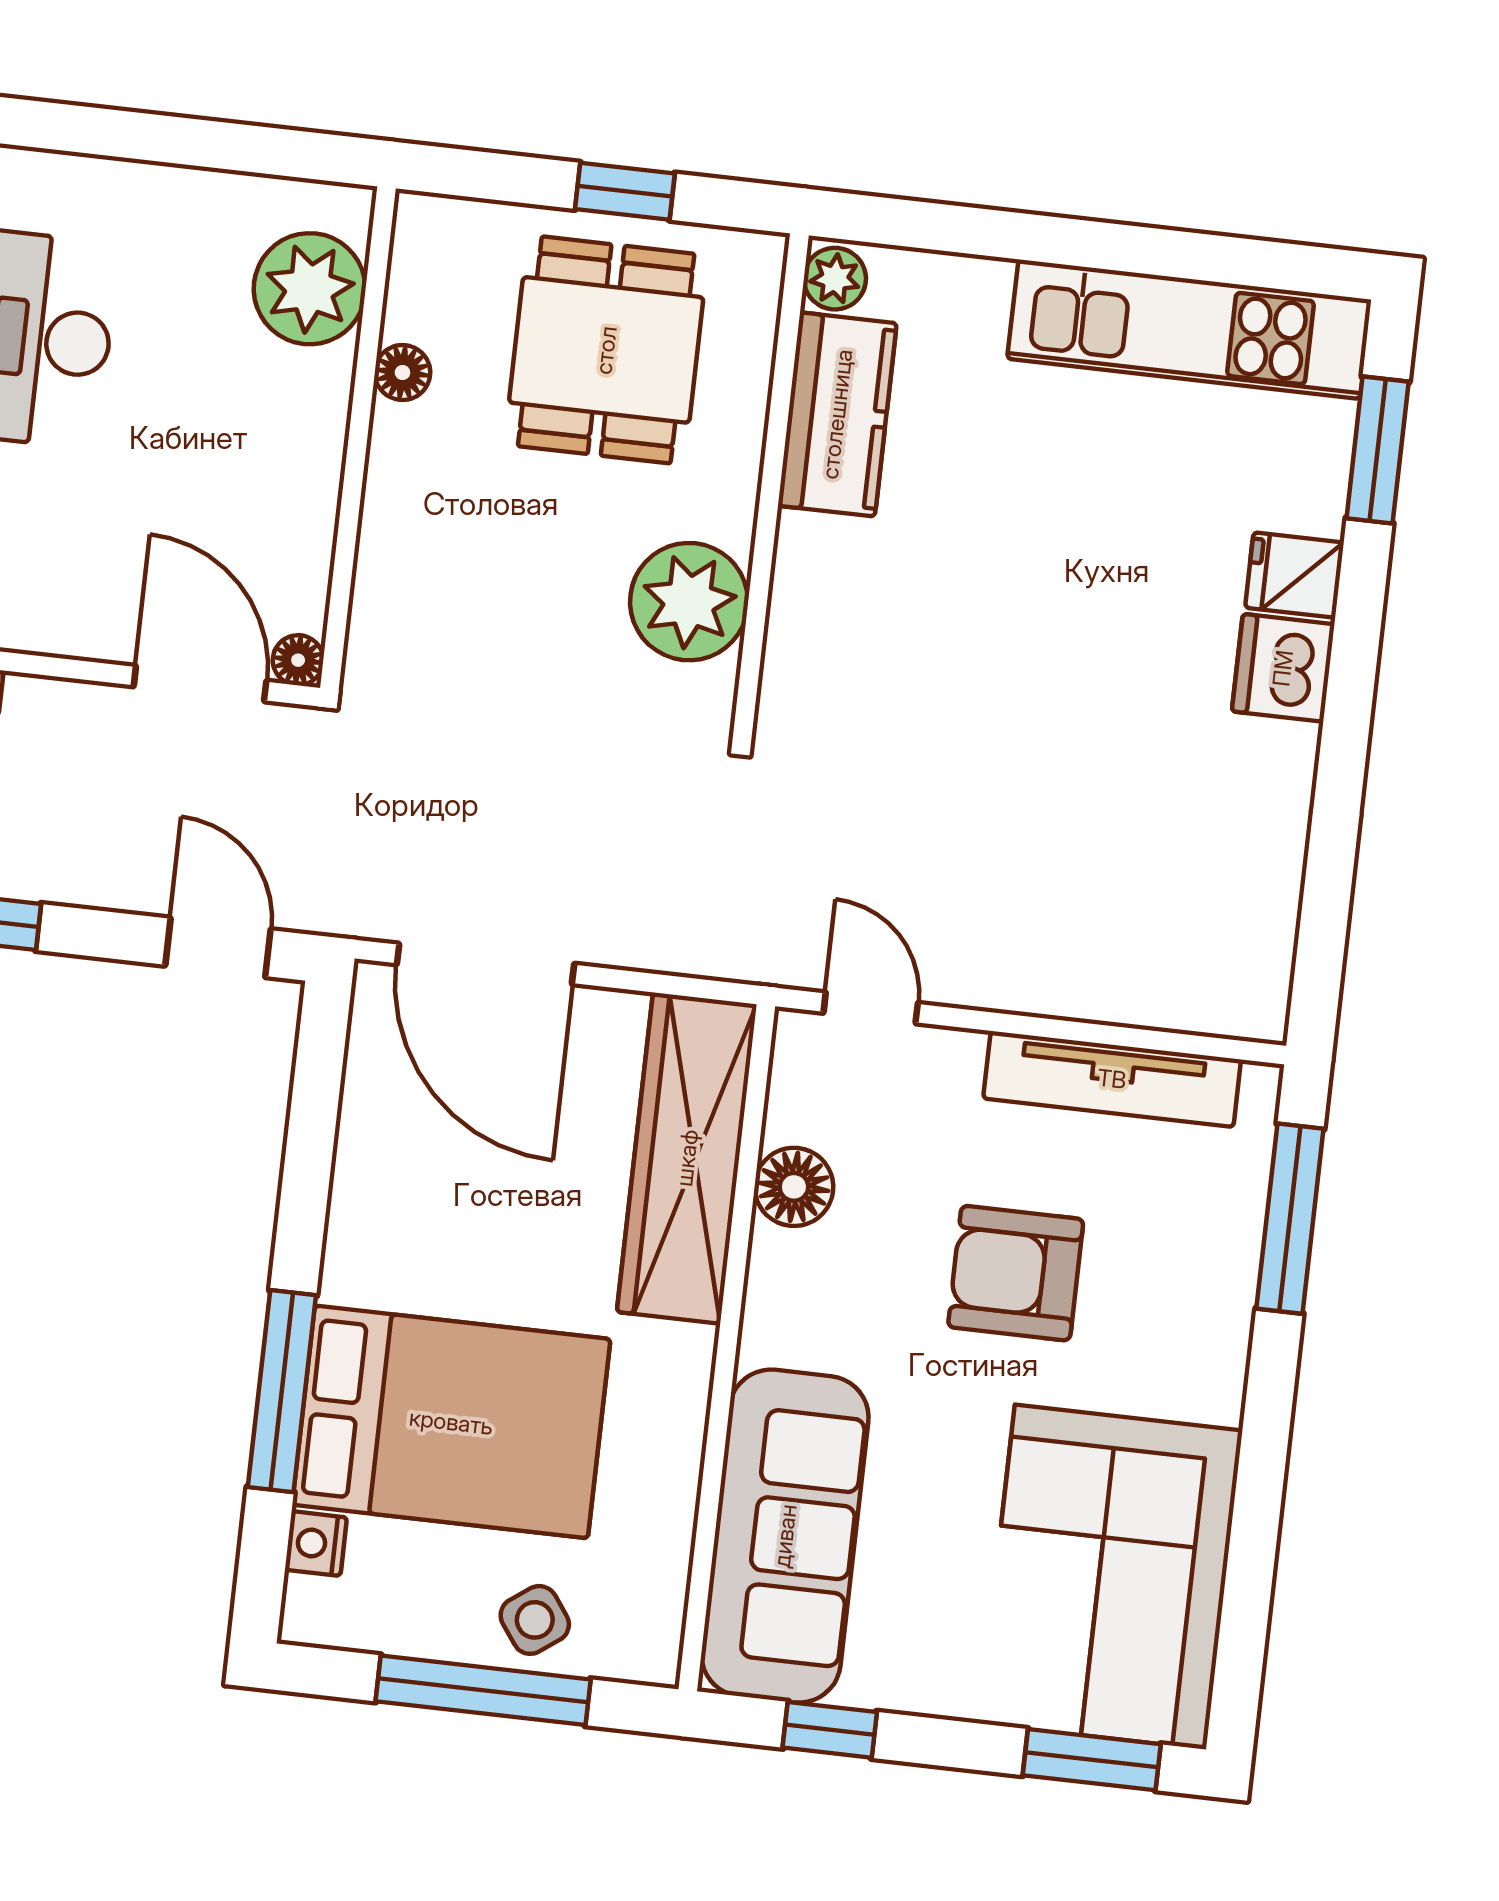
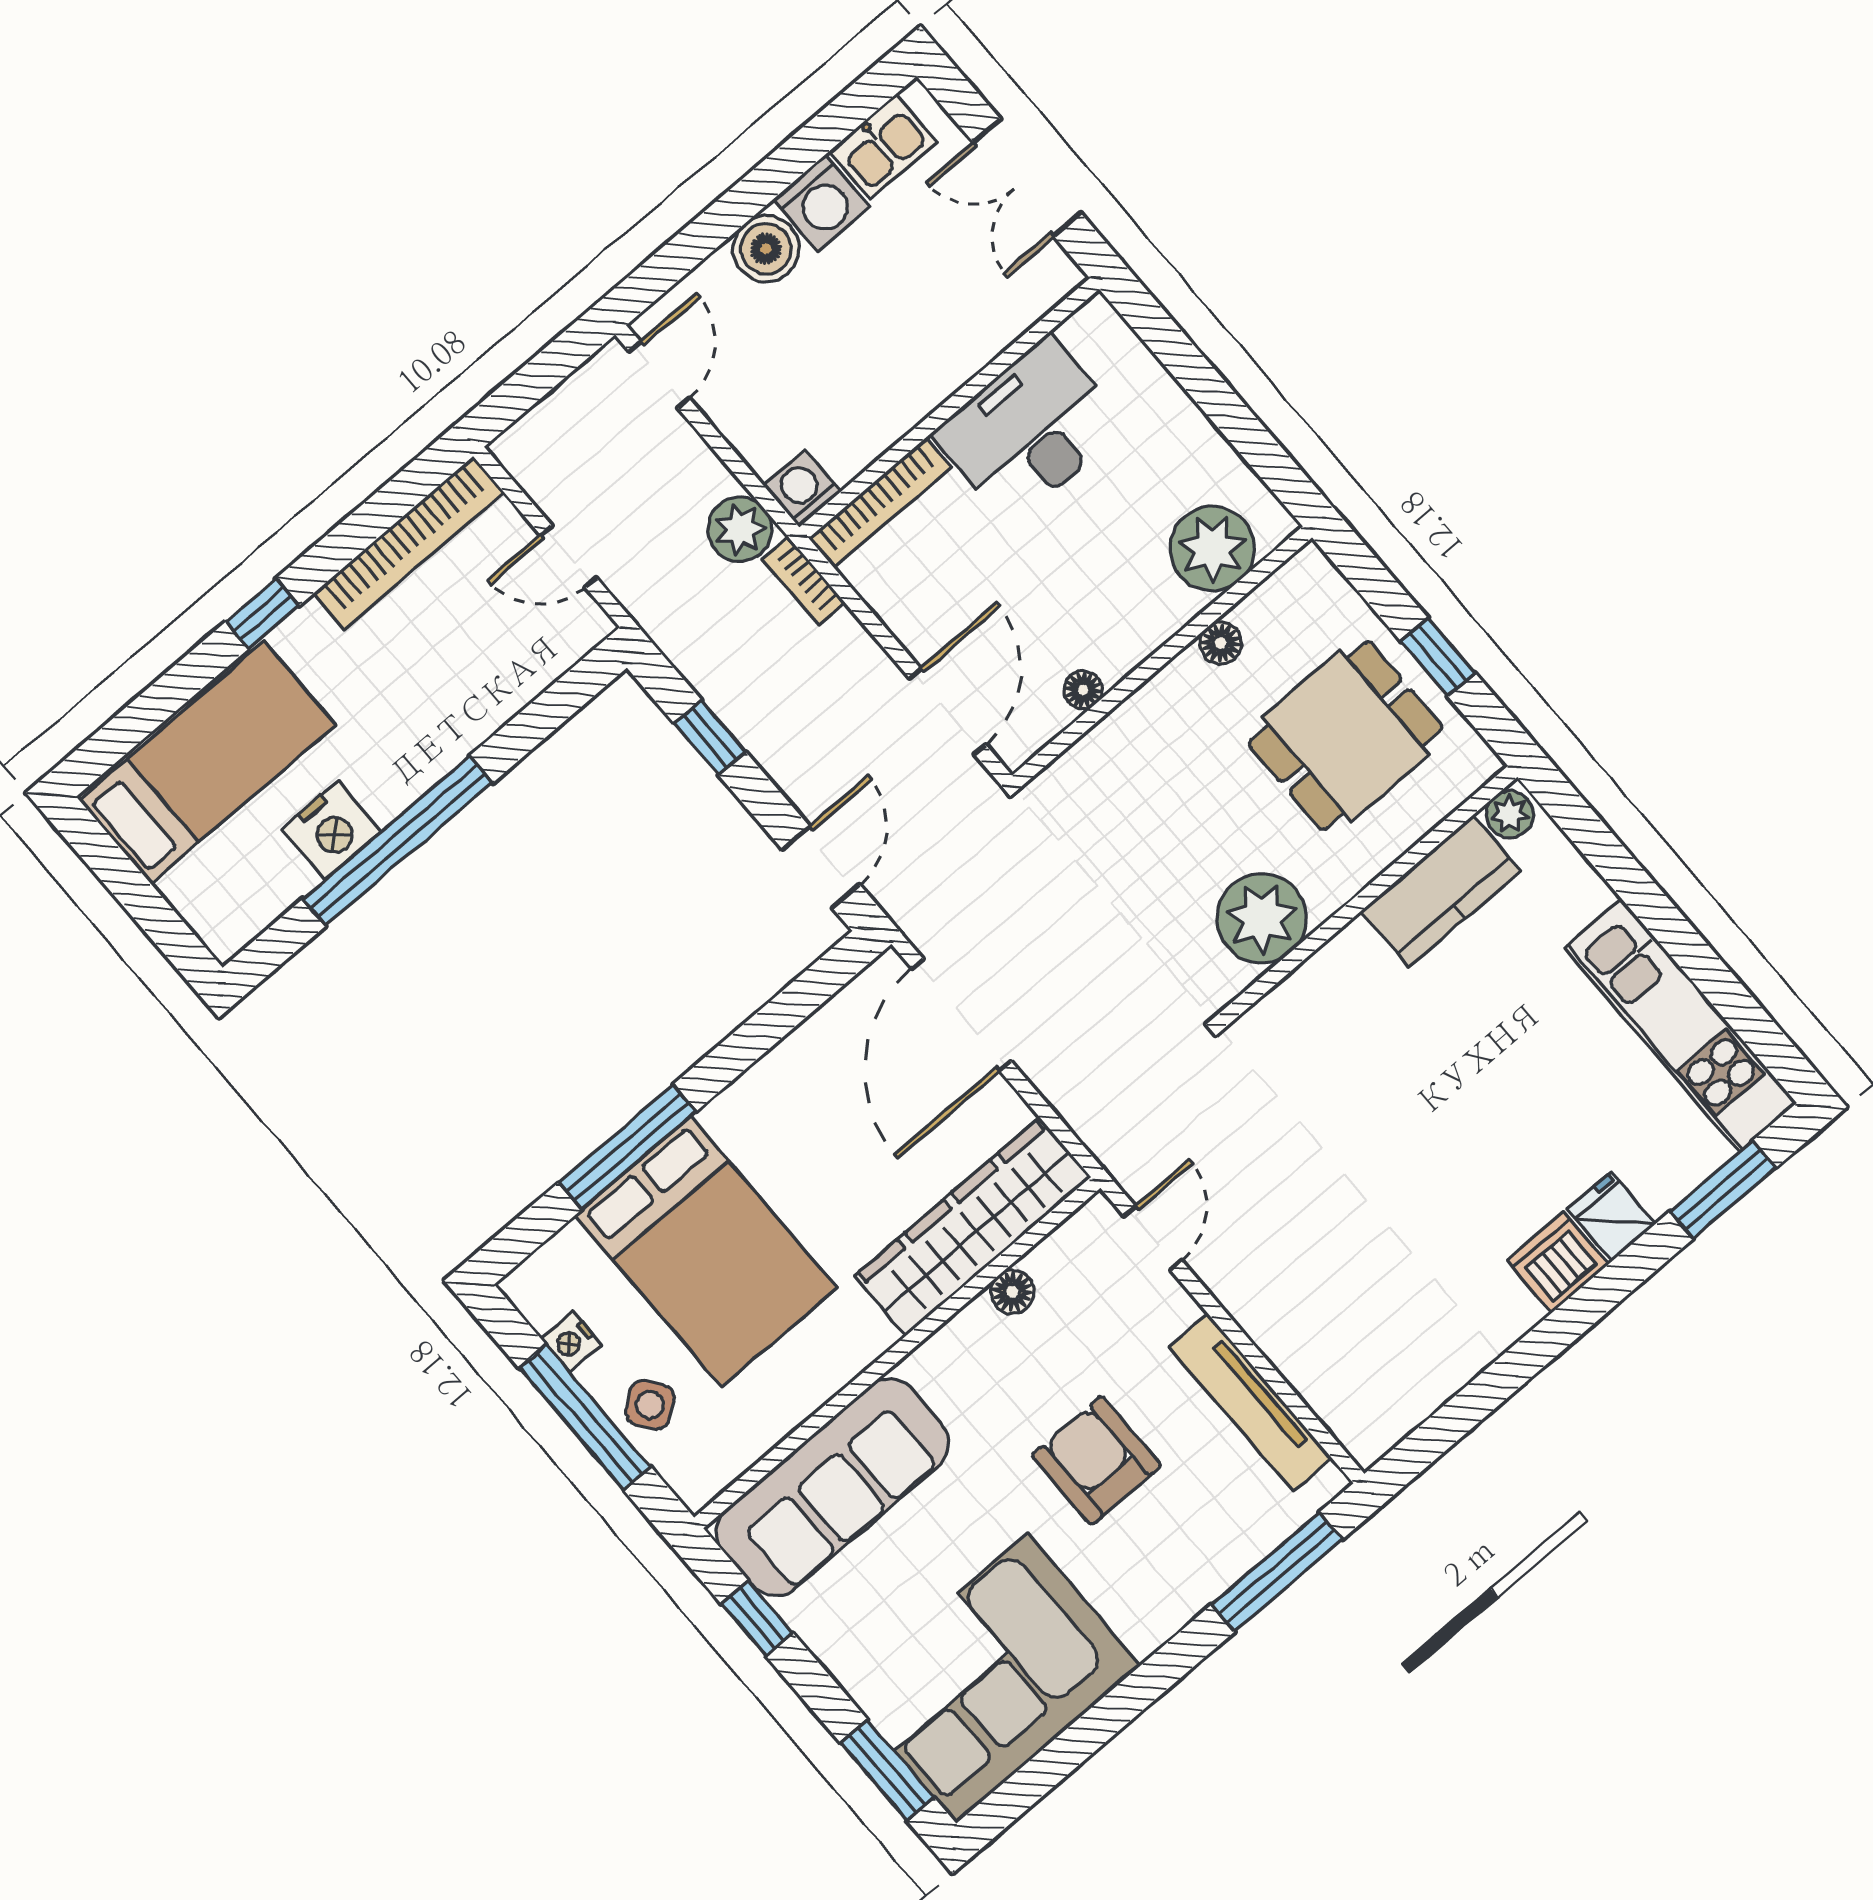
floor lamp: (298, 660) -> (1083, 690), moved
floor lamp: (794, 1187) -> (1012, 1292), width x0.73, depth x0.73
nightstand: (316, 1544) -> (571, 1342), moved, turned -90

